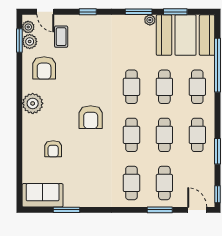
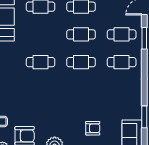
cafe table: (164, 87) -> (40, 34), removed
armchair: (91, 117) -> (66, 97), removed

